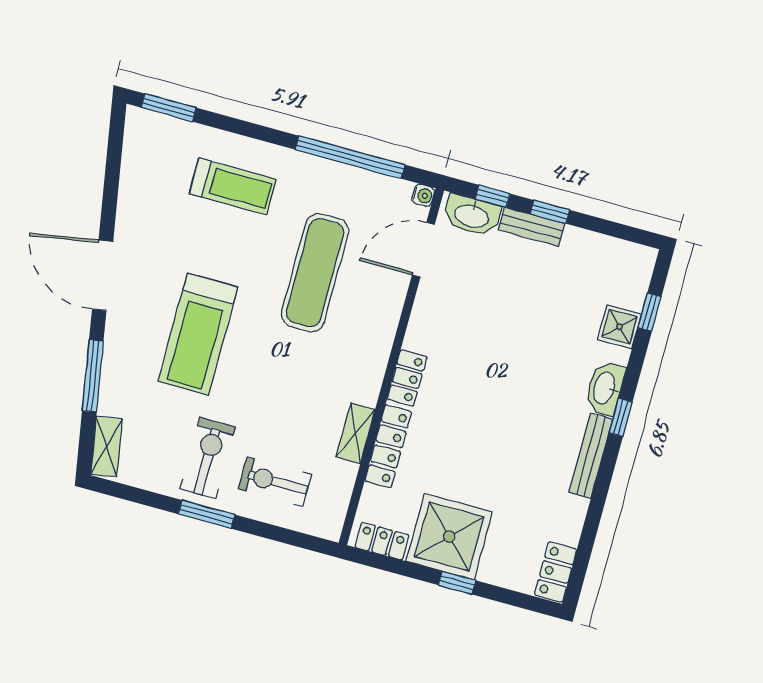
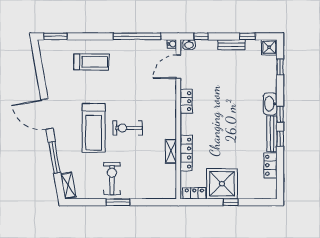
window: (550, 212) -> (247, 36), moved
washbasin: (472, 215) -> (189, 44), width x0.52, depth x0.69
bench: (532, 227) -> (231, 45), moved
exercise mat: (315, 273) -> (136, 89), removed
shower: (619, 327) -> (269, 47), moved
locker: (407, 378) -> (186, 101), moved
window: (606, 472) -> (280, 139), added
exercise bike: (275, 482) -> (128, 128), moved
locker: (556, 572) -> (271, 165), moved

